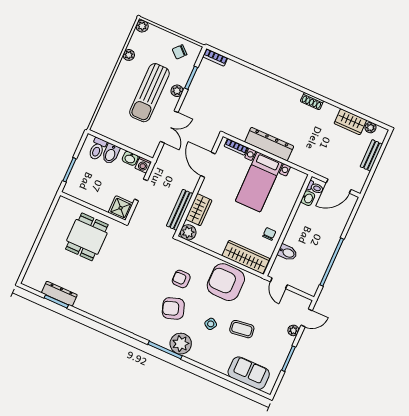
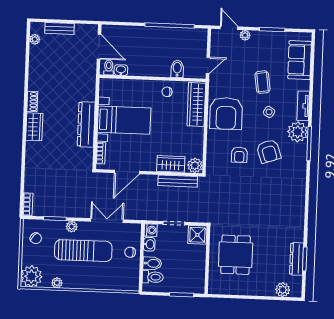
plant: (142, 26) -> (31, 276), width x1.88, depth x1.88
wardrobe: (350, 122) -> (34, 127), moved
chair: (130, 137) -> (130, 252), added
dining table: (87, 237) -> (236, 255), turned 90
plant: (35, 269) -> (283, 290), added
tv unit: (203, 359) -> (303, 106), added

